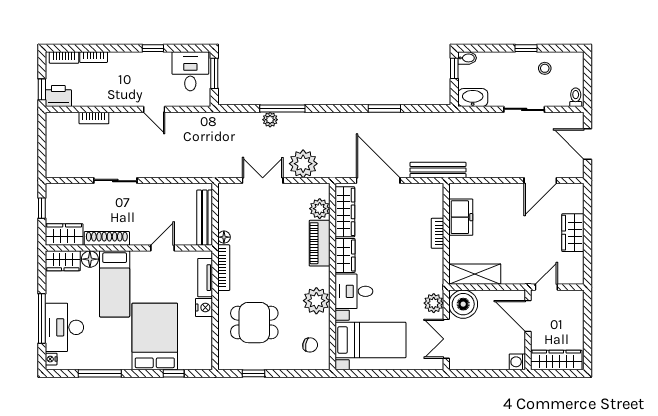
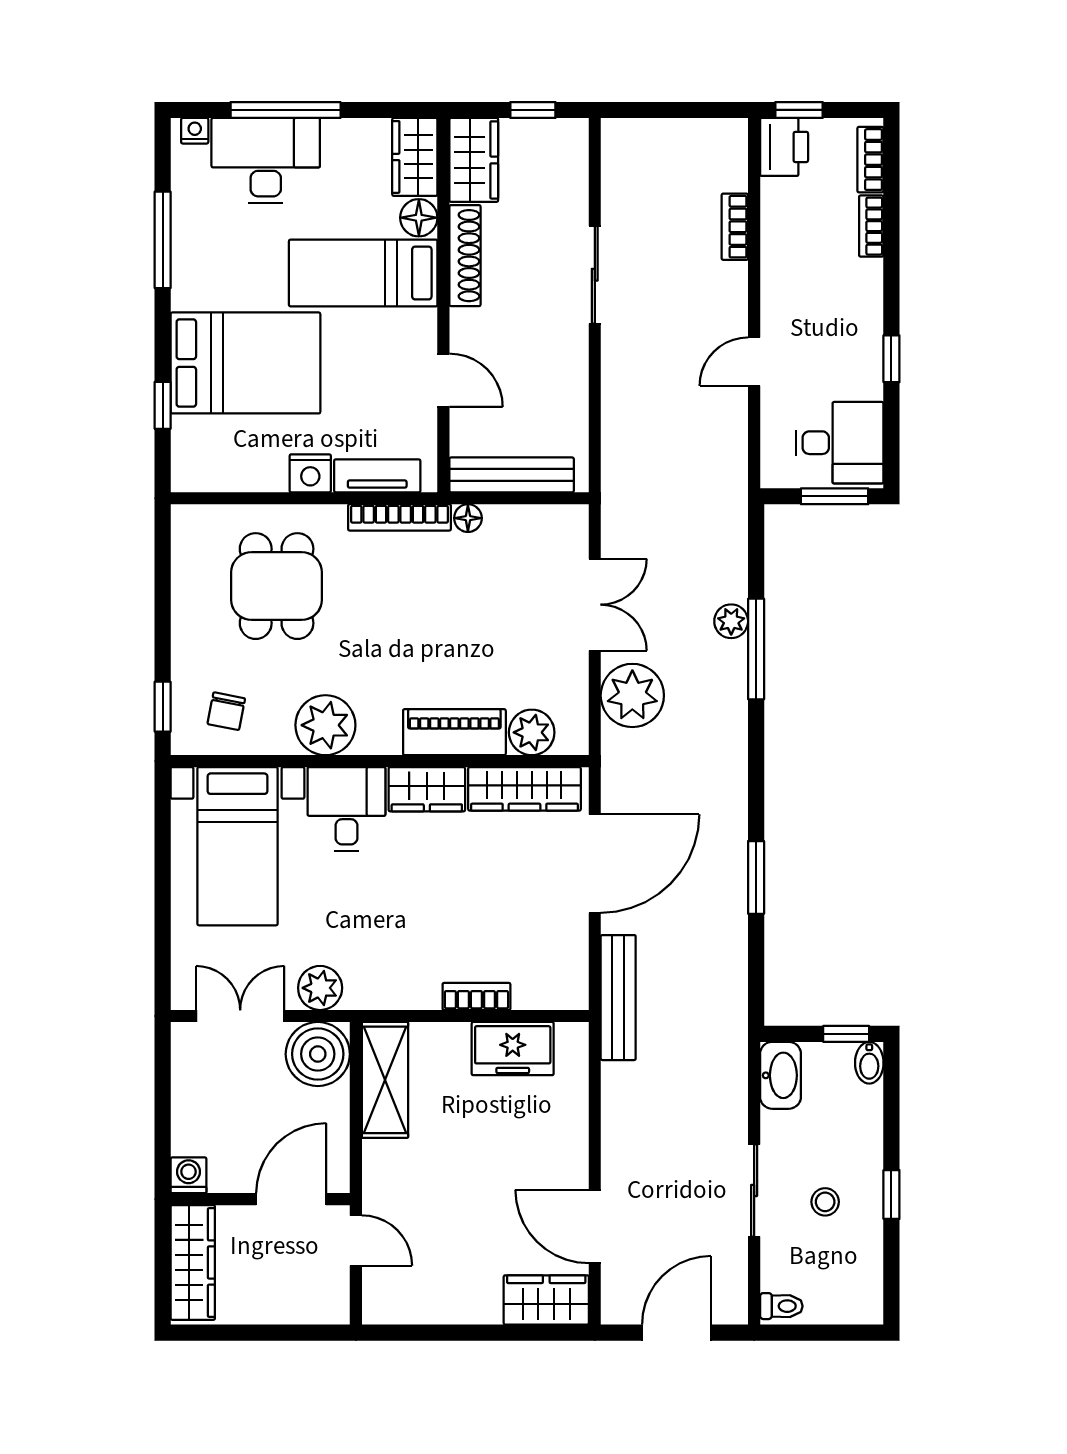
stool: (545, 68) -> (825, 1202), moved
wardrobe: (573, 233) -> (546, 1300), moved
window: (253, 373) -> (163, 707), moved

